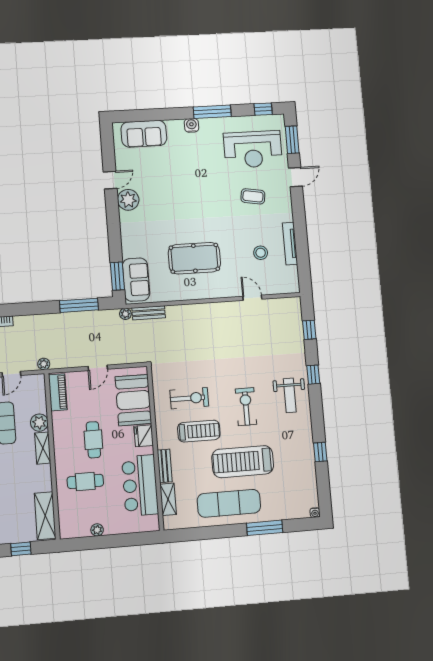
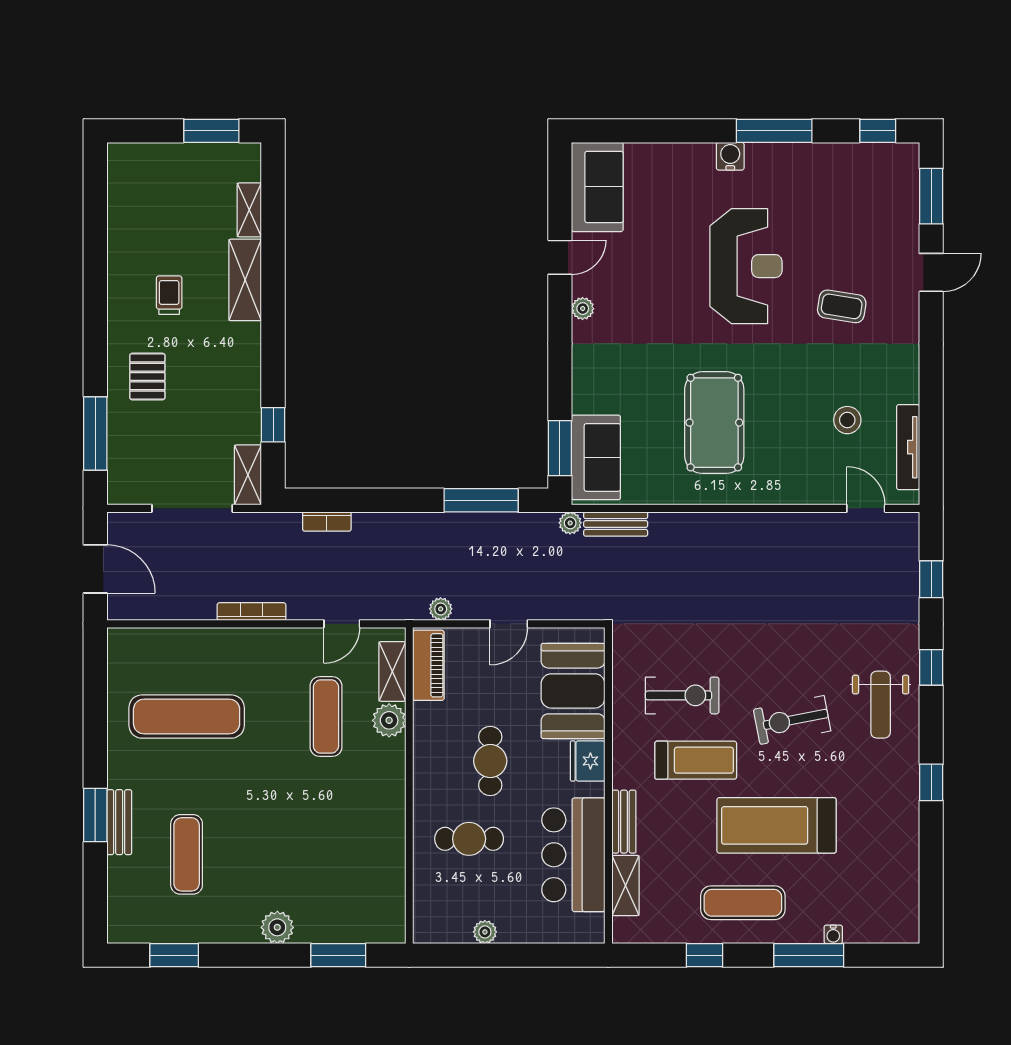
sofa: (144, 134) -> (597, 187), moved, turned -90
reception desk: (253, 149) -> (746, 266), moved, turned -90
plant: (128, 200) -> (583, 309), width x0.53, depth x0.53
tv unit: (290, 244) -> (908, 447), moved
pool table: (194, 258) -> (714, 423), turned 90
door: (252, 298) -> (866, 508), moved
plant: (44, 364) -> (441, 609), moved
exercise bike: (246, 407) -> (792, 720), turned -101
shelving: (43, 448) -> (392, 671), moved
window: (320, 452) -> (931, 782), moved
exercise mat: (229, 503) -> (743, 903), width x0.73, depth x0.69
water cooler: (315, 513) -> (833, 934), moved
shelving: (45, 516) -> (388, 897), removed
window: (212, 532) -> (704, 955), added
window: (21, 549) -> (338, 955), width x1.50

